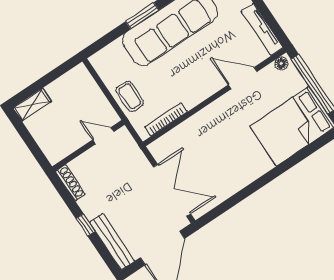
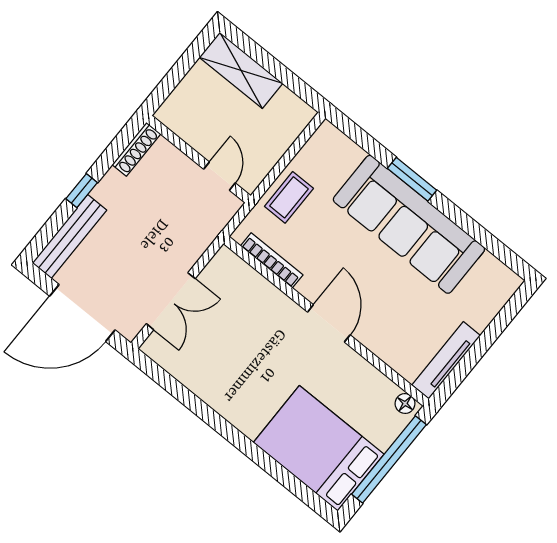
door: (243, 78) -> (329, 323), moved
shelving: (32, 105) -> (241, 70), width x1.50, depth x1.33
double door: (172, 190) -> (171, 301), width x0.73

